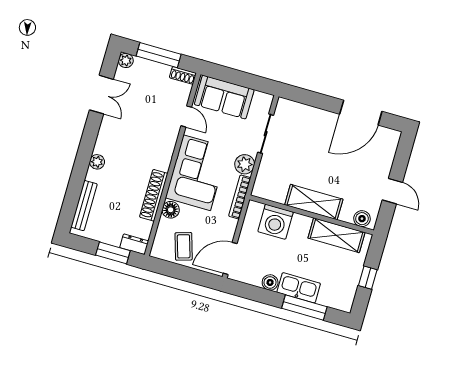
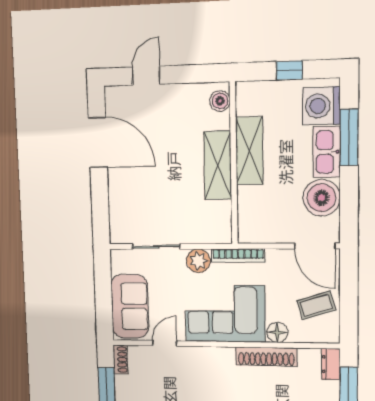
door: (392, 191) -> (146, 76), moved
washing machine: (275, 222) -> (321, 106), moved, turned 180
shelving: (336, 235) -> (249, 151), moved
boiler: (270, 282) -> (322, 198), width x1.86, depth x1.86

